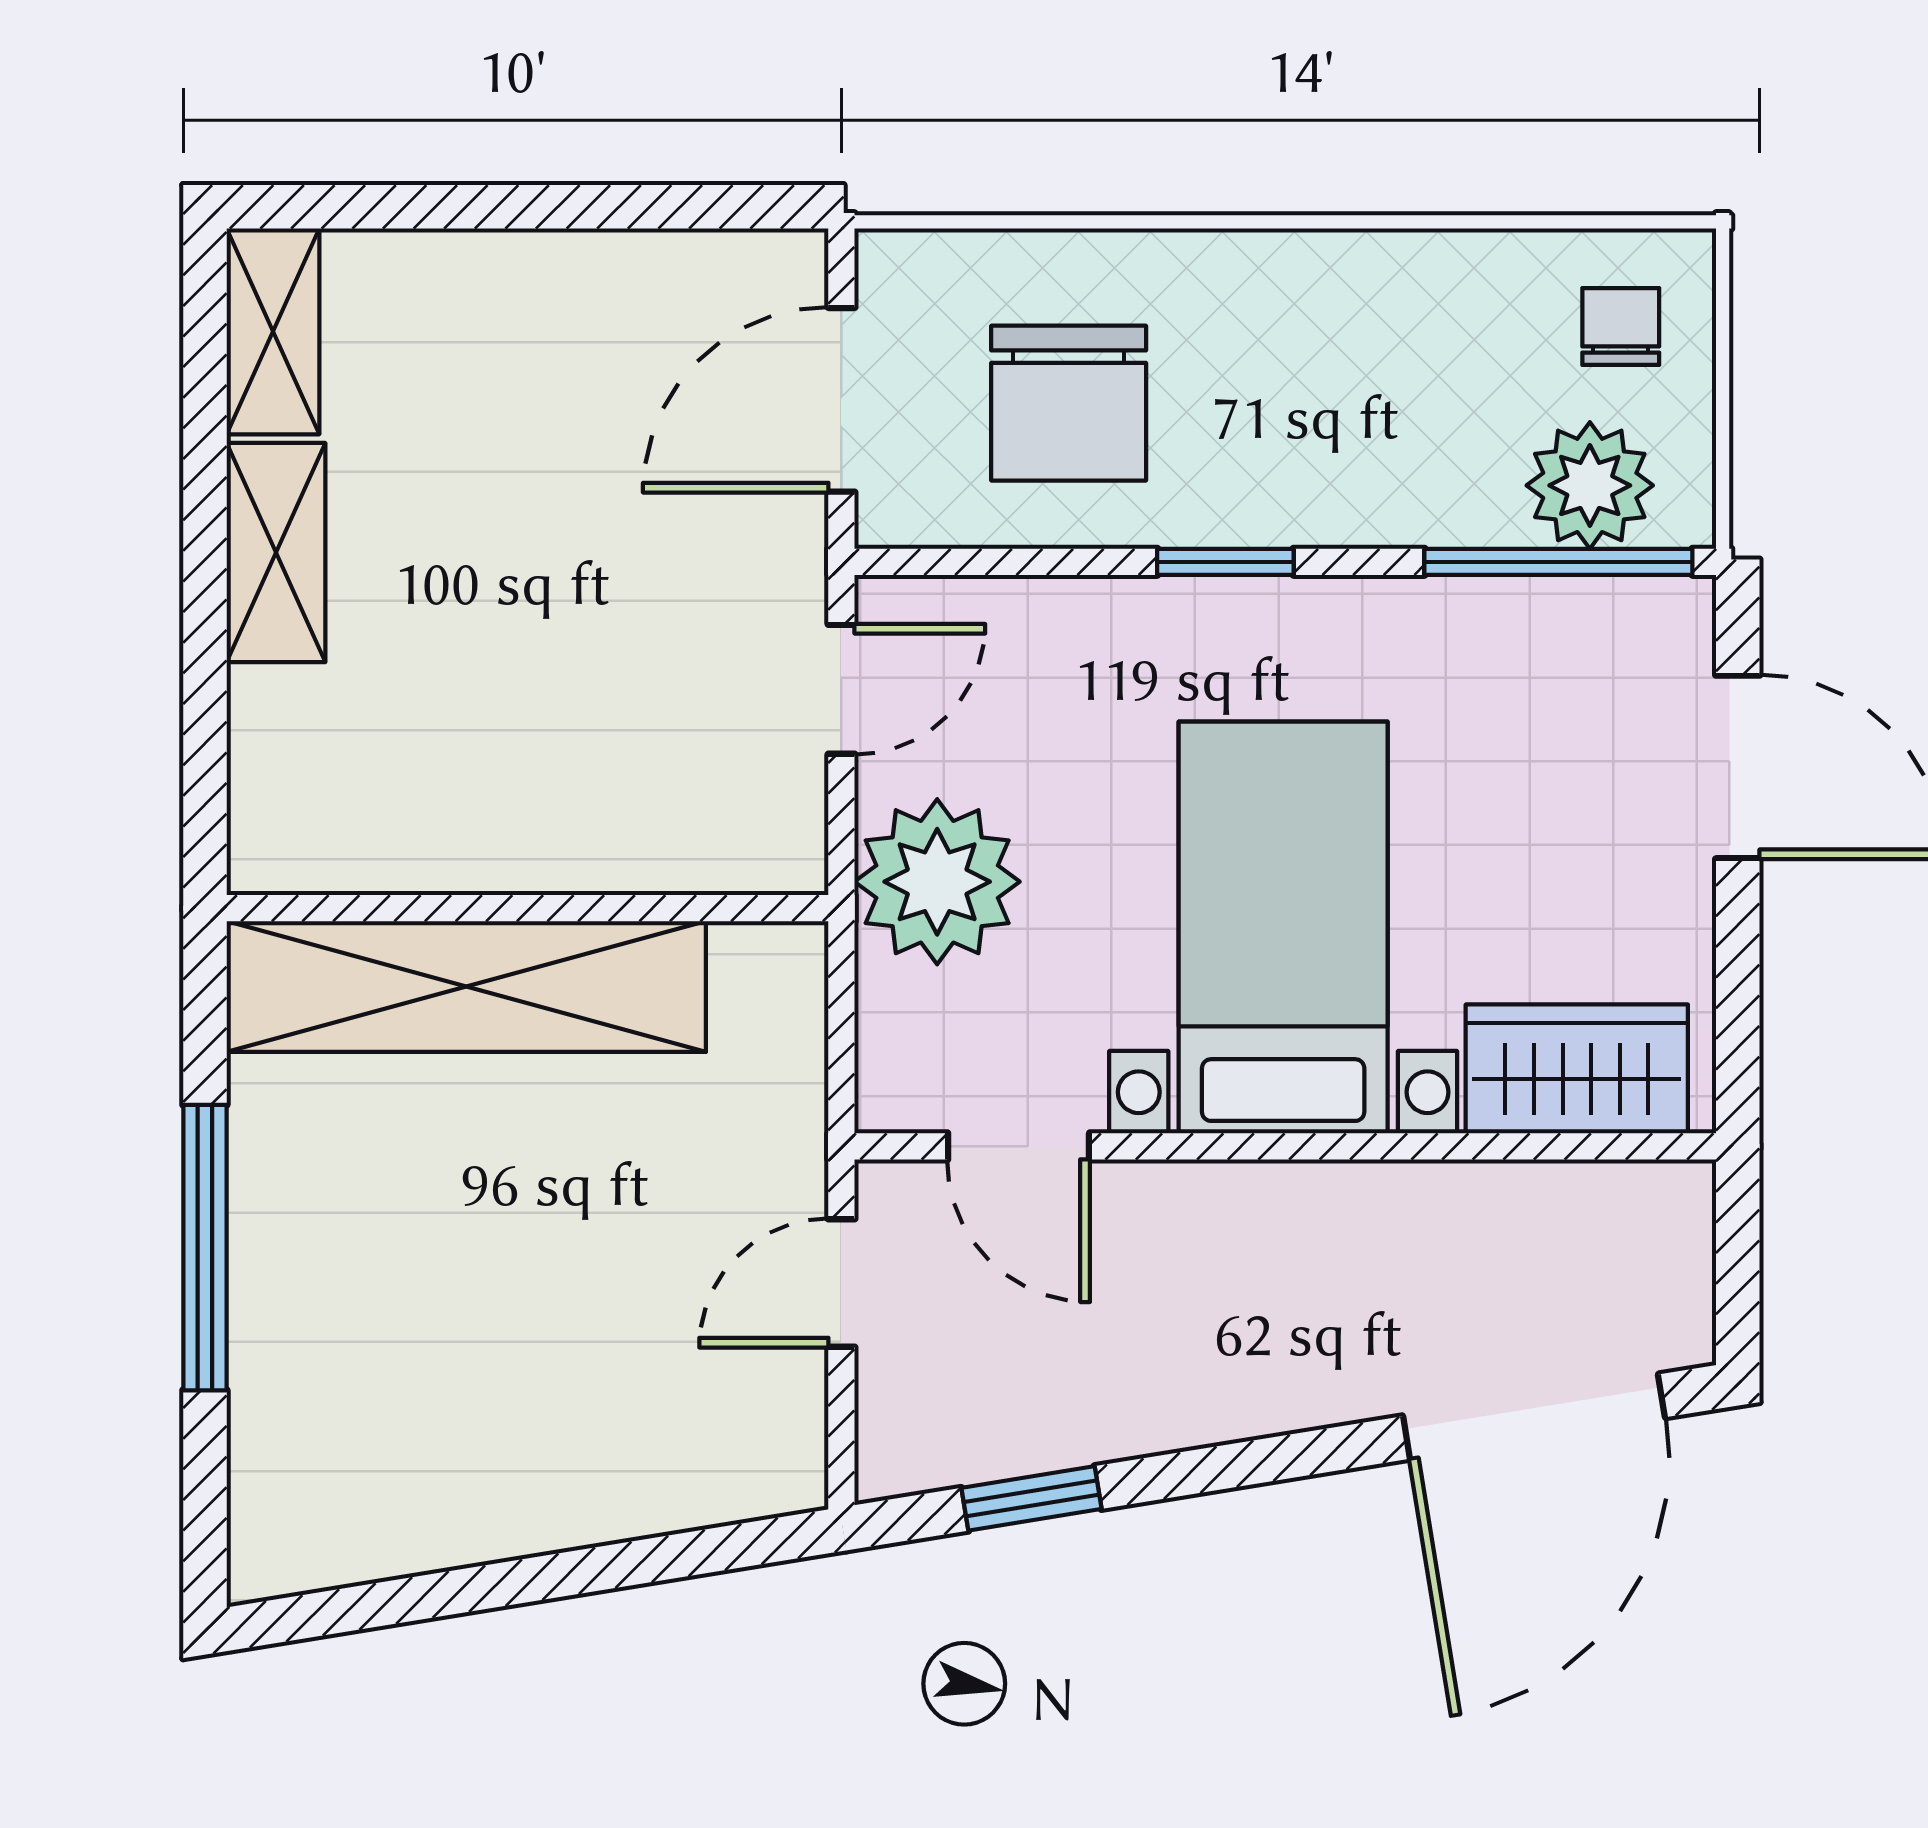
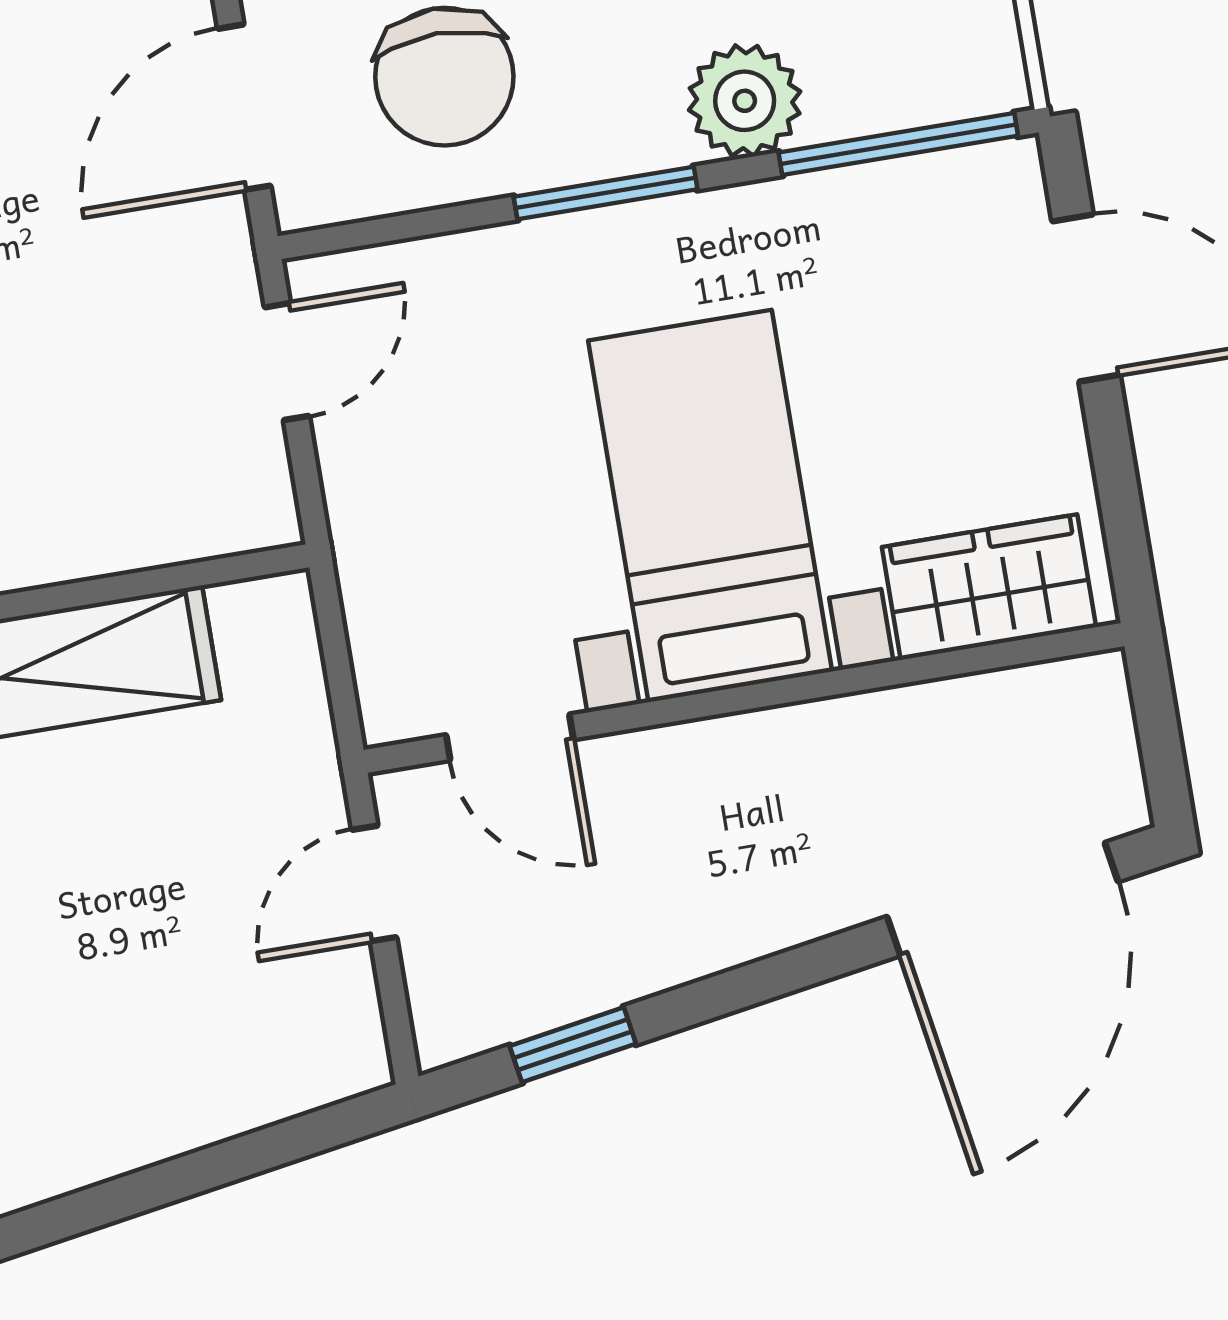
plant: (1590, 485) -> (745, 101), moved
window: (1225, 562) -> (606, 193), width x1.50
plant: (937, 882) -> (399, 517), removed

